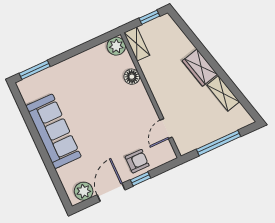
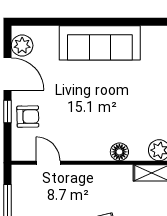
armchair: (137, 161) -> (28, 117), turned -91

